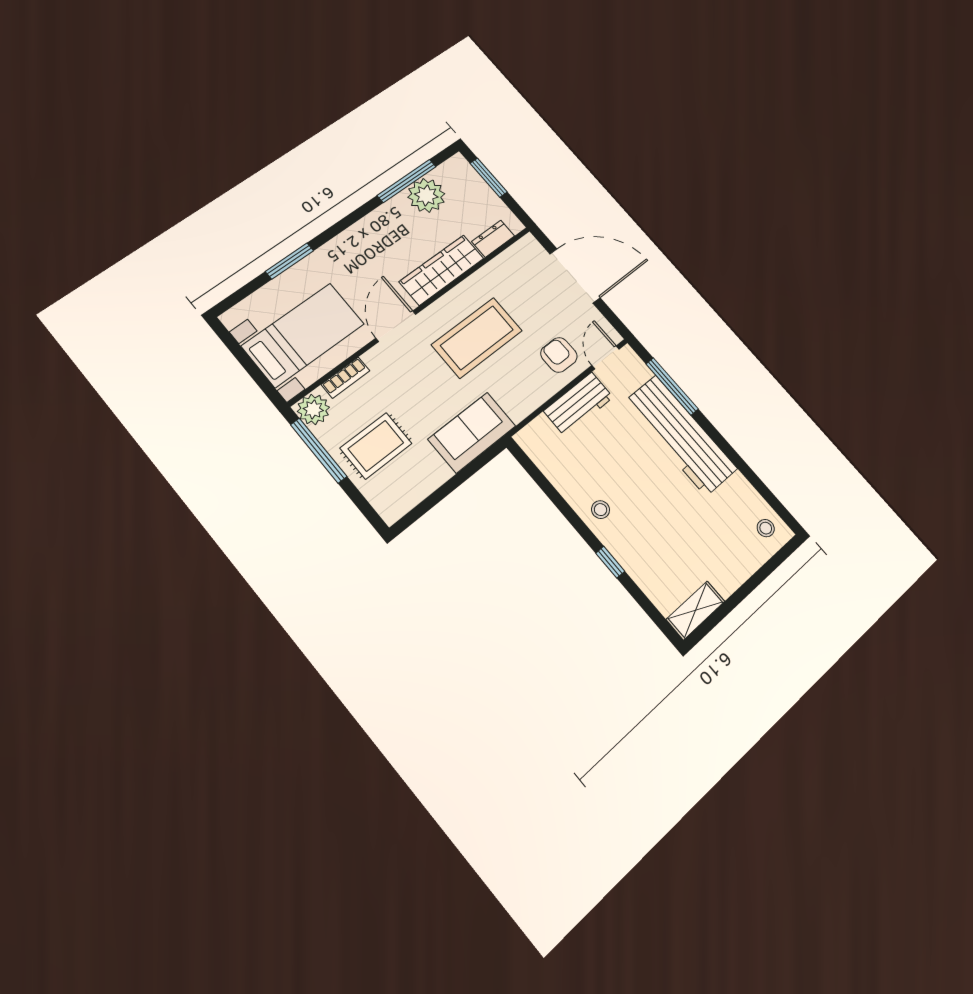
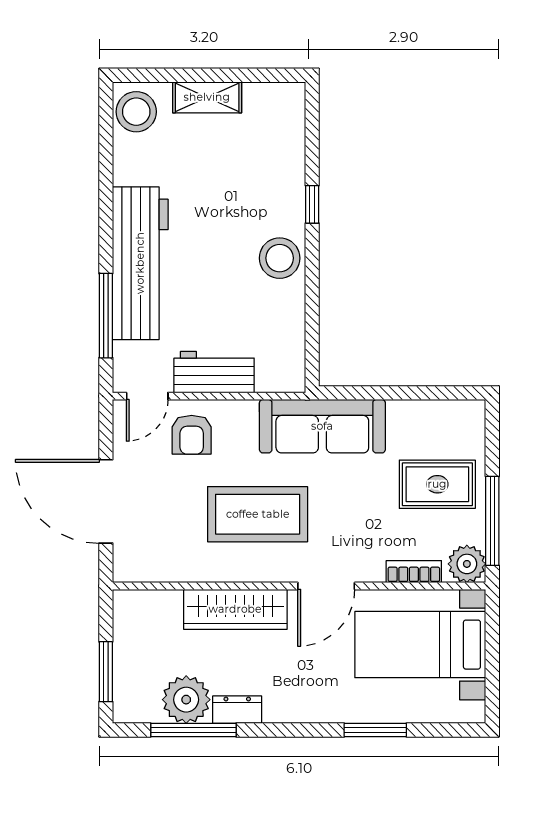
dresser: (493, 239) -> (237, 710), moved, turned 180
sofa: (472, 433) -> (322, 426), width x1.36
stool: (601, 510) -> (280, 258), width x1.89, depth x1.89
stool: (766, 528) -> (136, 112), width x1.89, depth x1.89
shelving: (695, 610) -> (207, 97), moved

